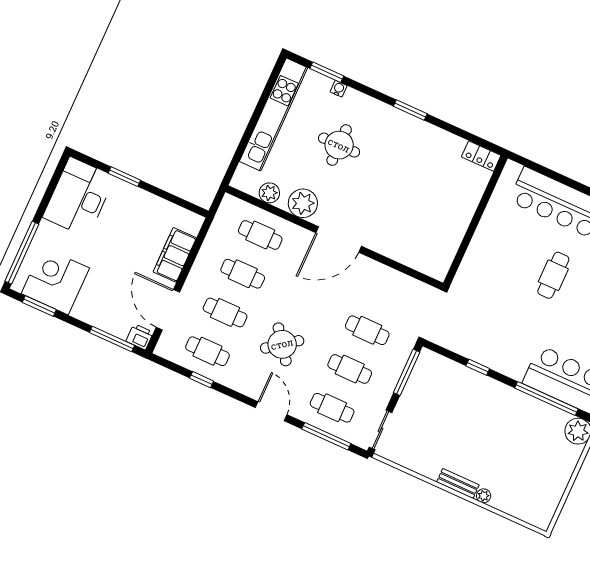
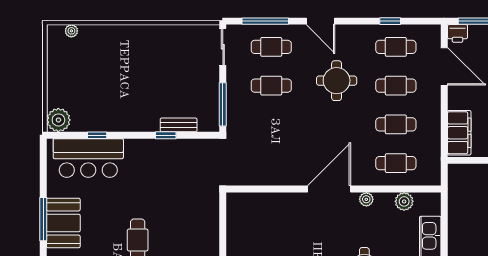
plant: (303, 203) -> (366, 199), width x0.53, depth x0.53
filing cabinet: (175, 255) -> (459, 133), moved
cafe table: (367, 330) -> (271, 124), removed
round table: (282, 344) -> (337, 81), turned 37
window: (546, 398) -> (97, 135), width x0.32
bench: (458, 483) -> (179, 125), moved
plant: (484, 496) -> (71, 31), moved

